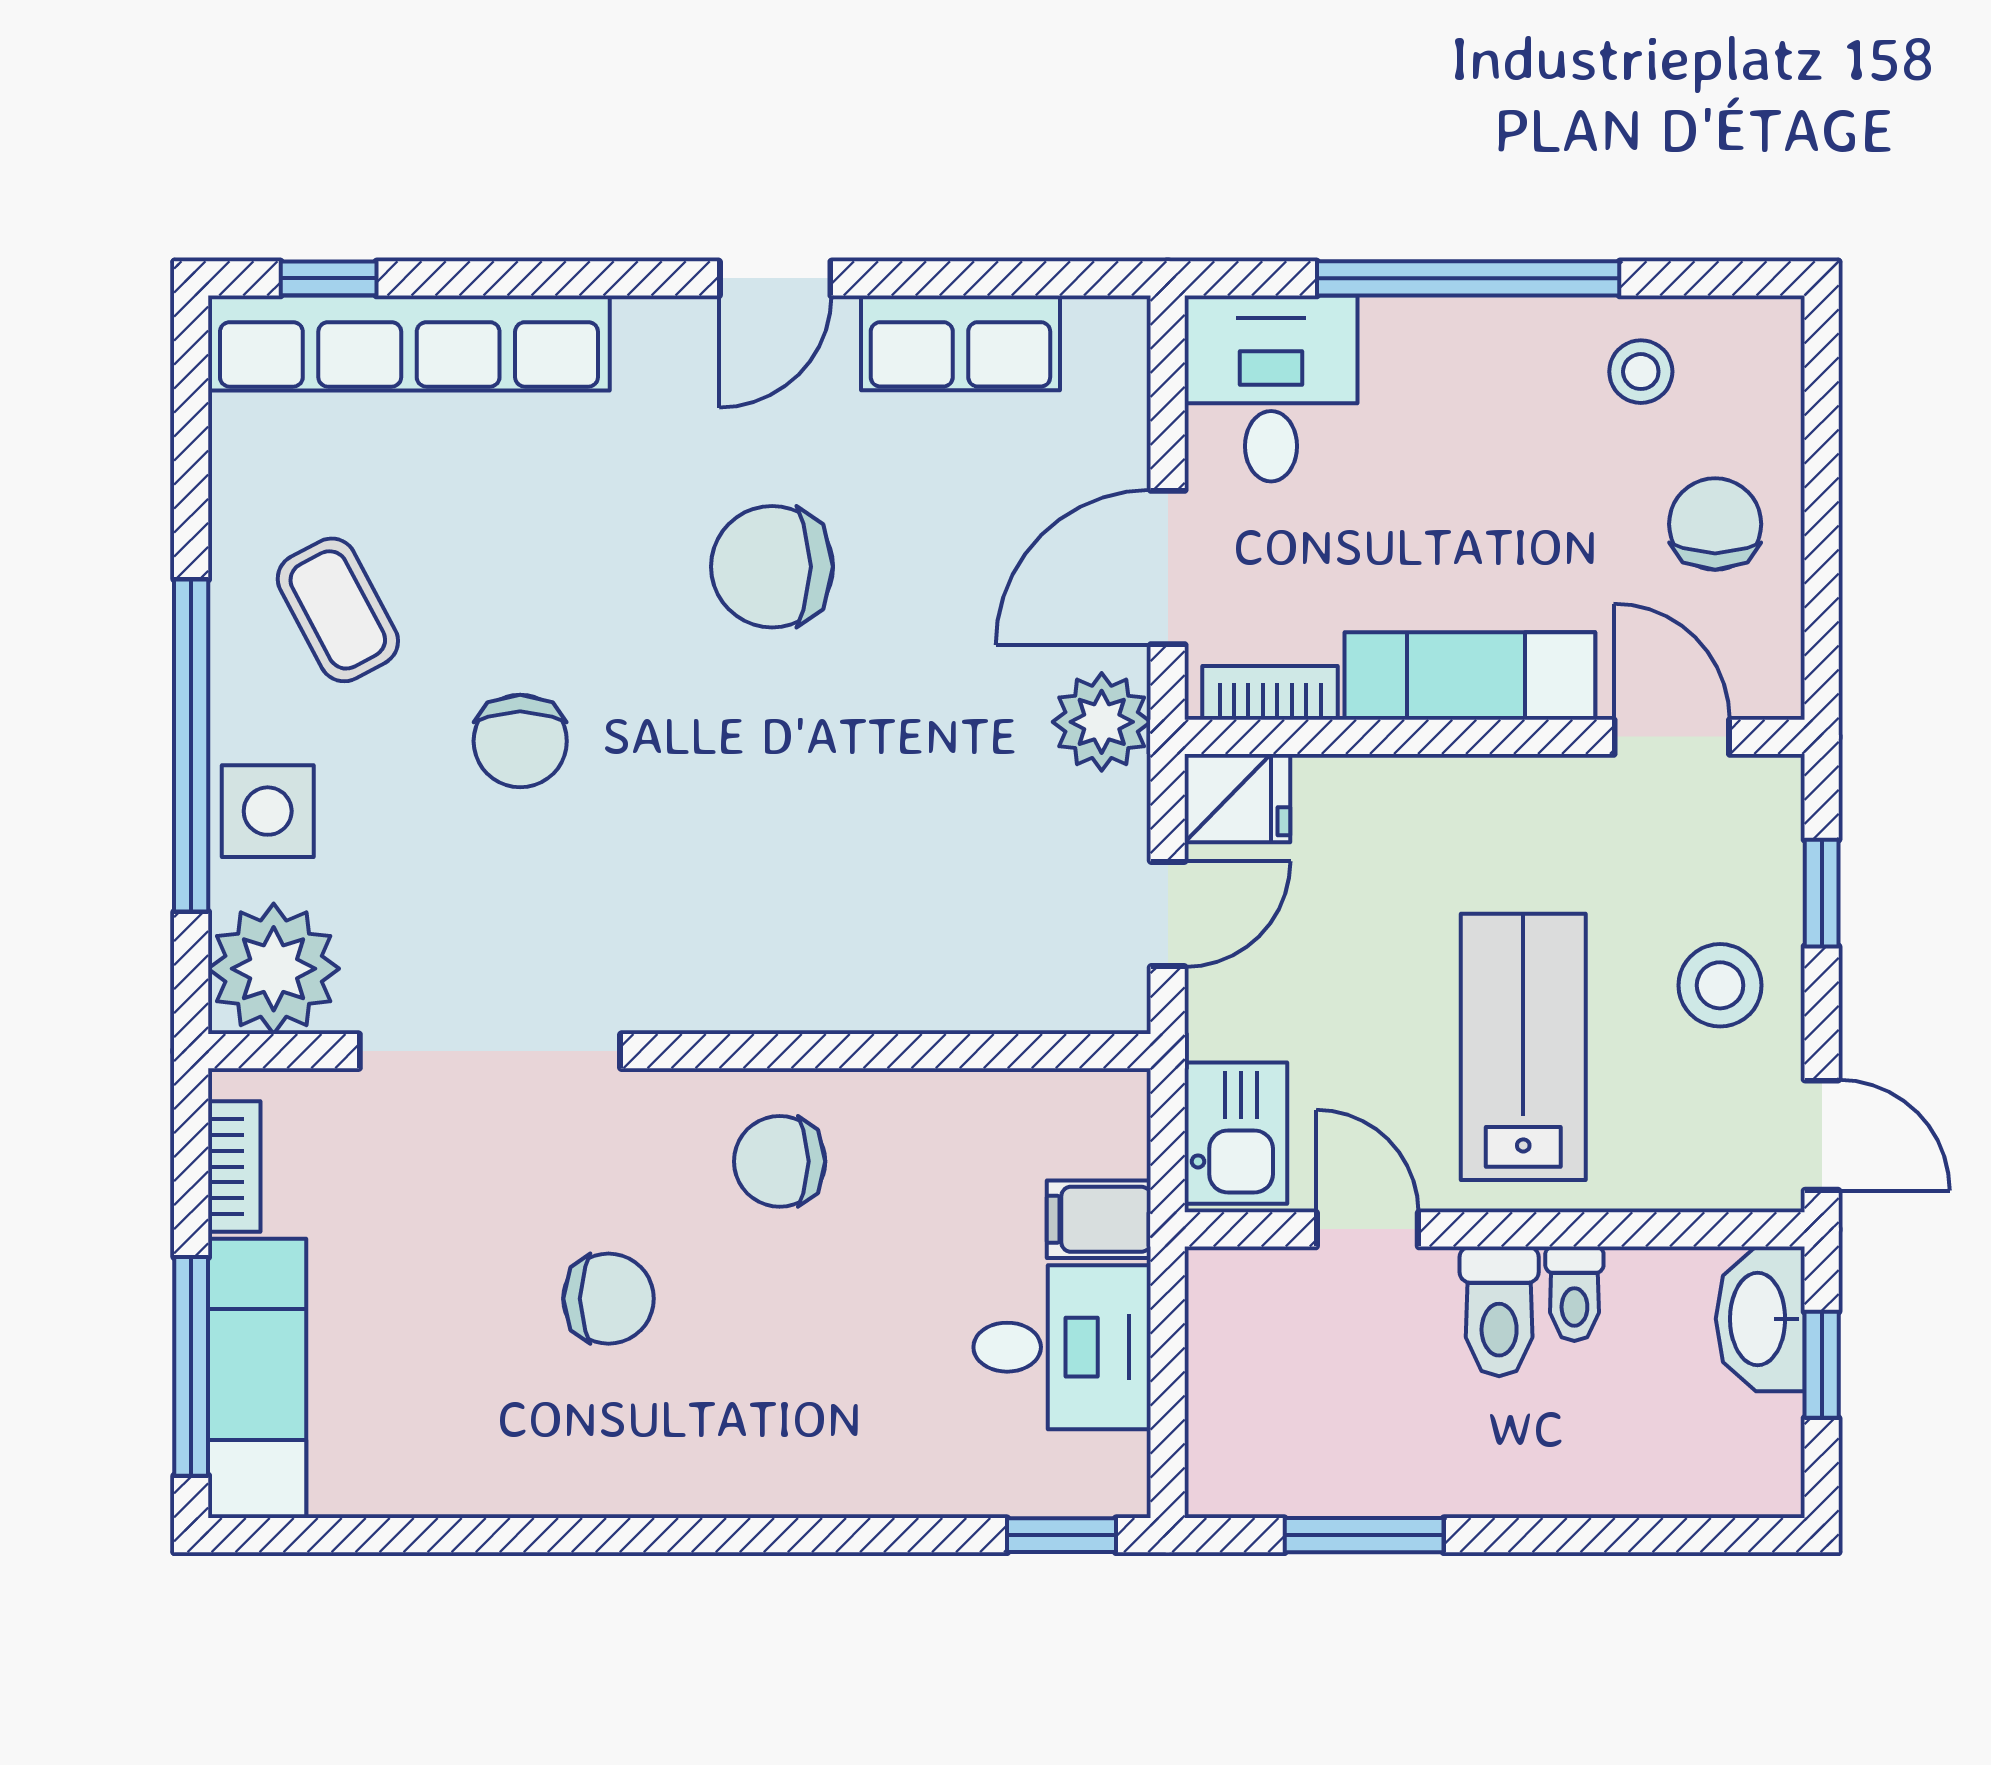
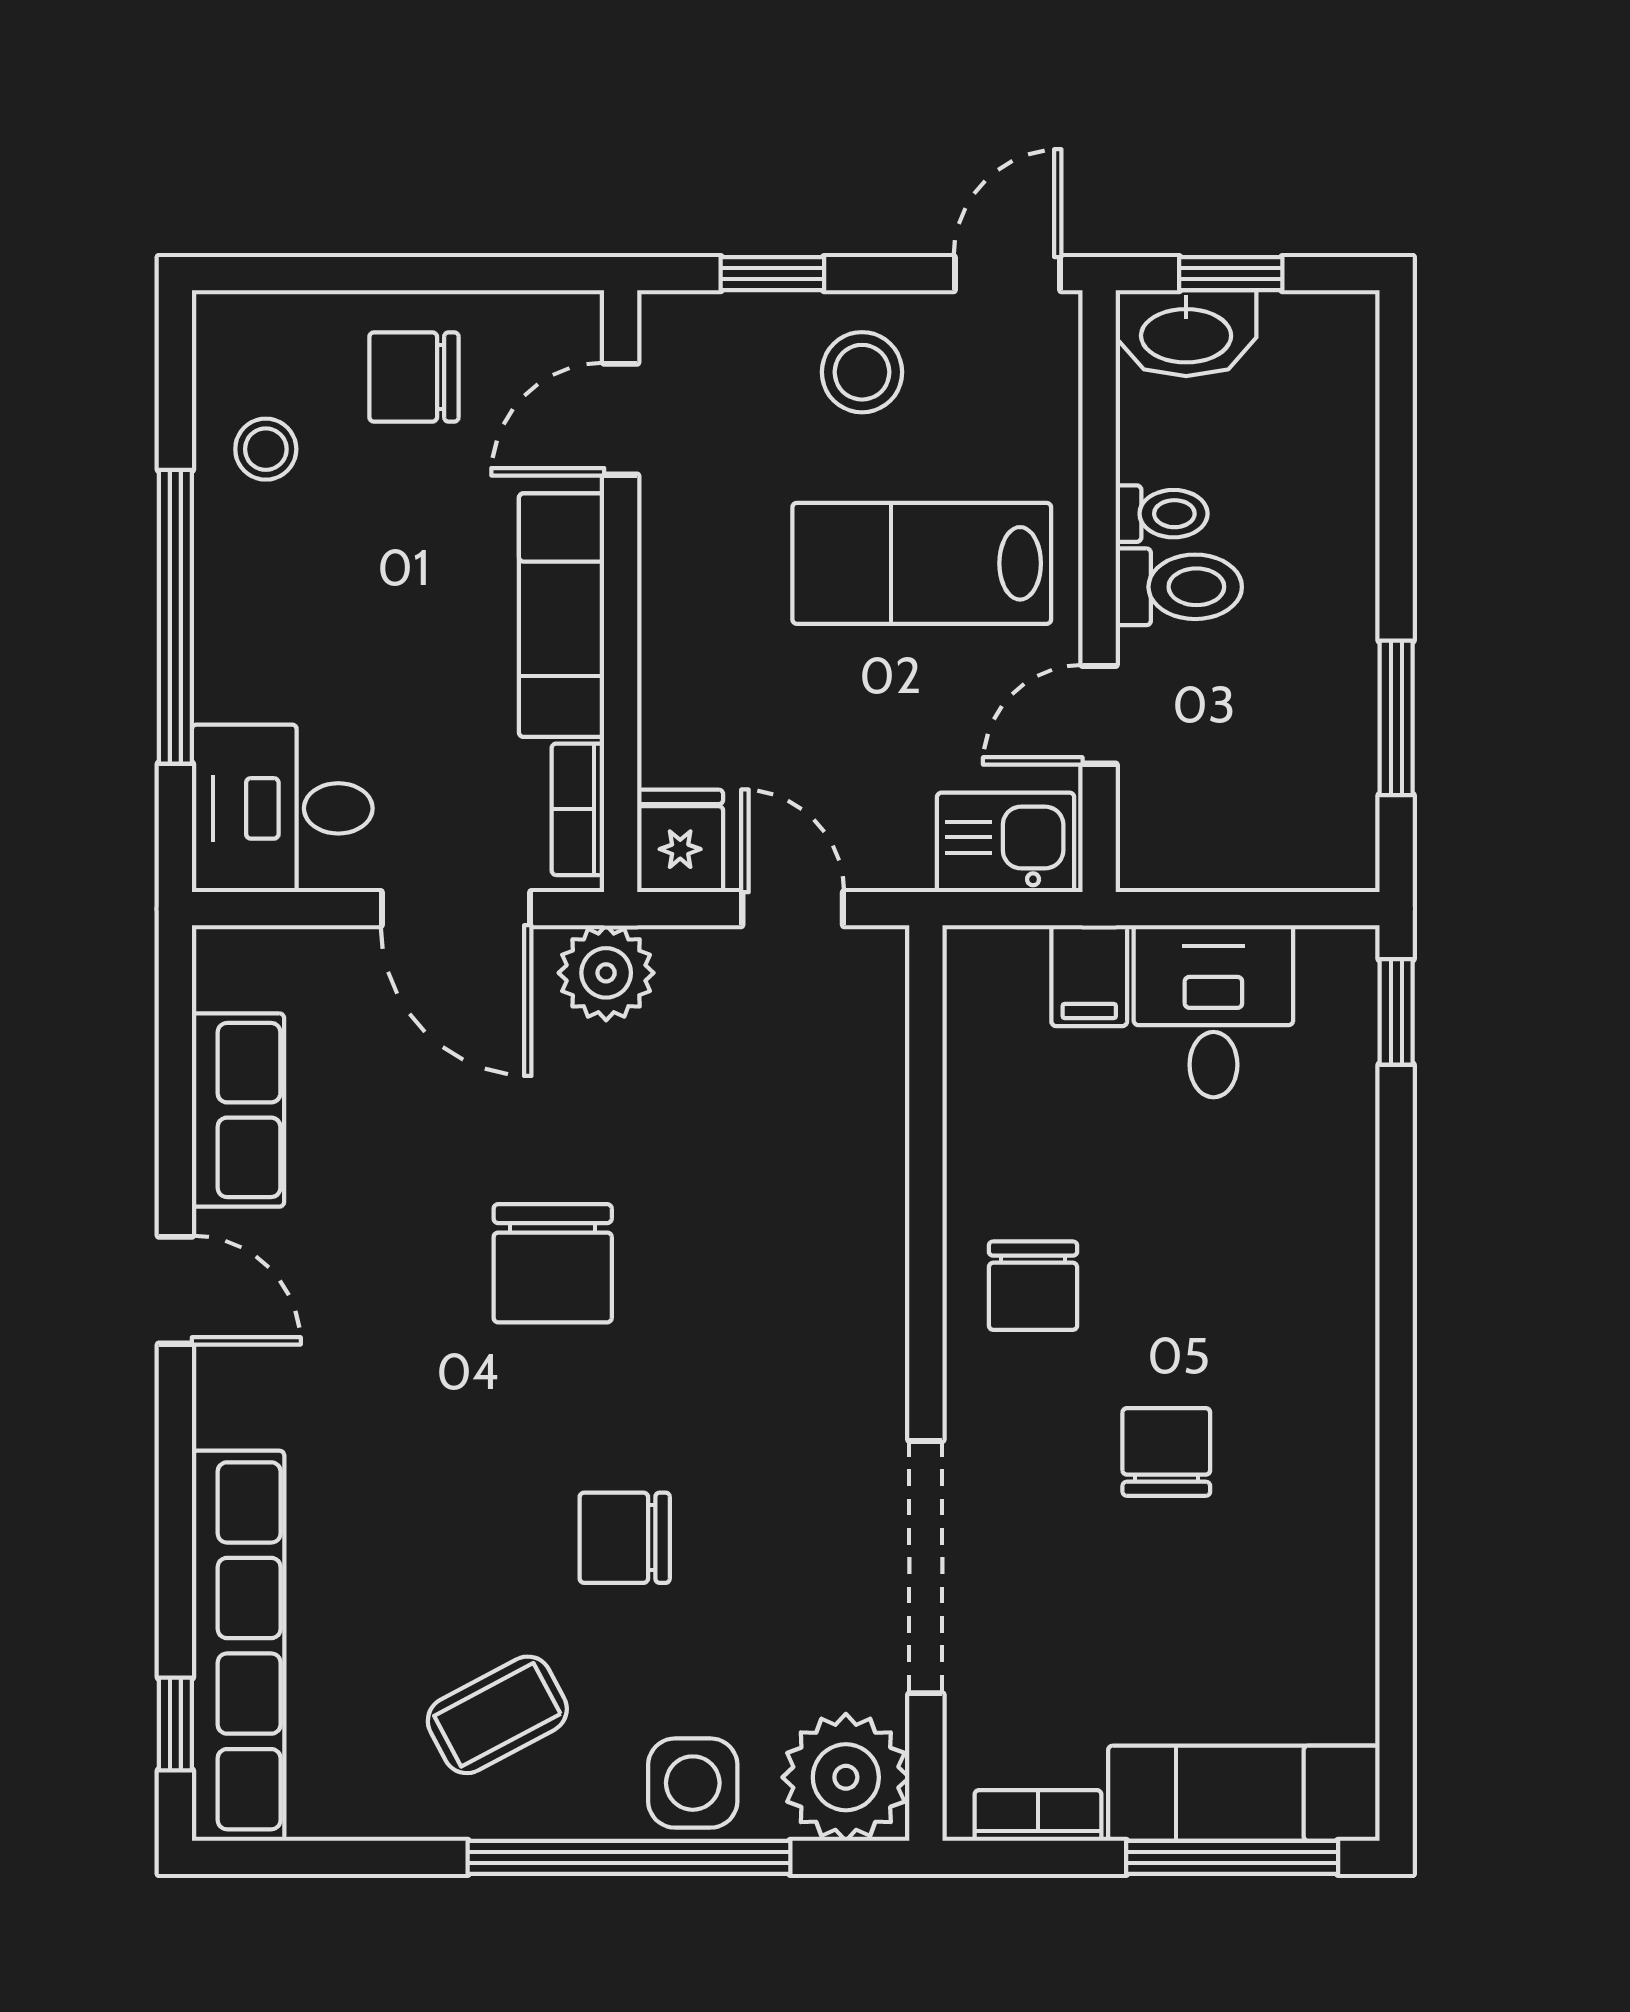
chair: (772, 567) -> (553, 1263), moved
chair: (520, 741) -> (625, 1538), turned 180

